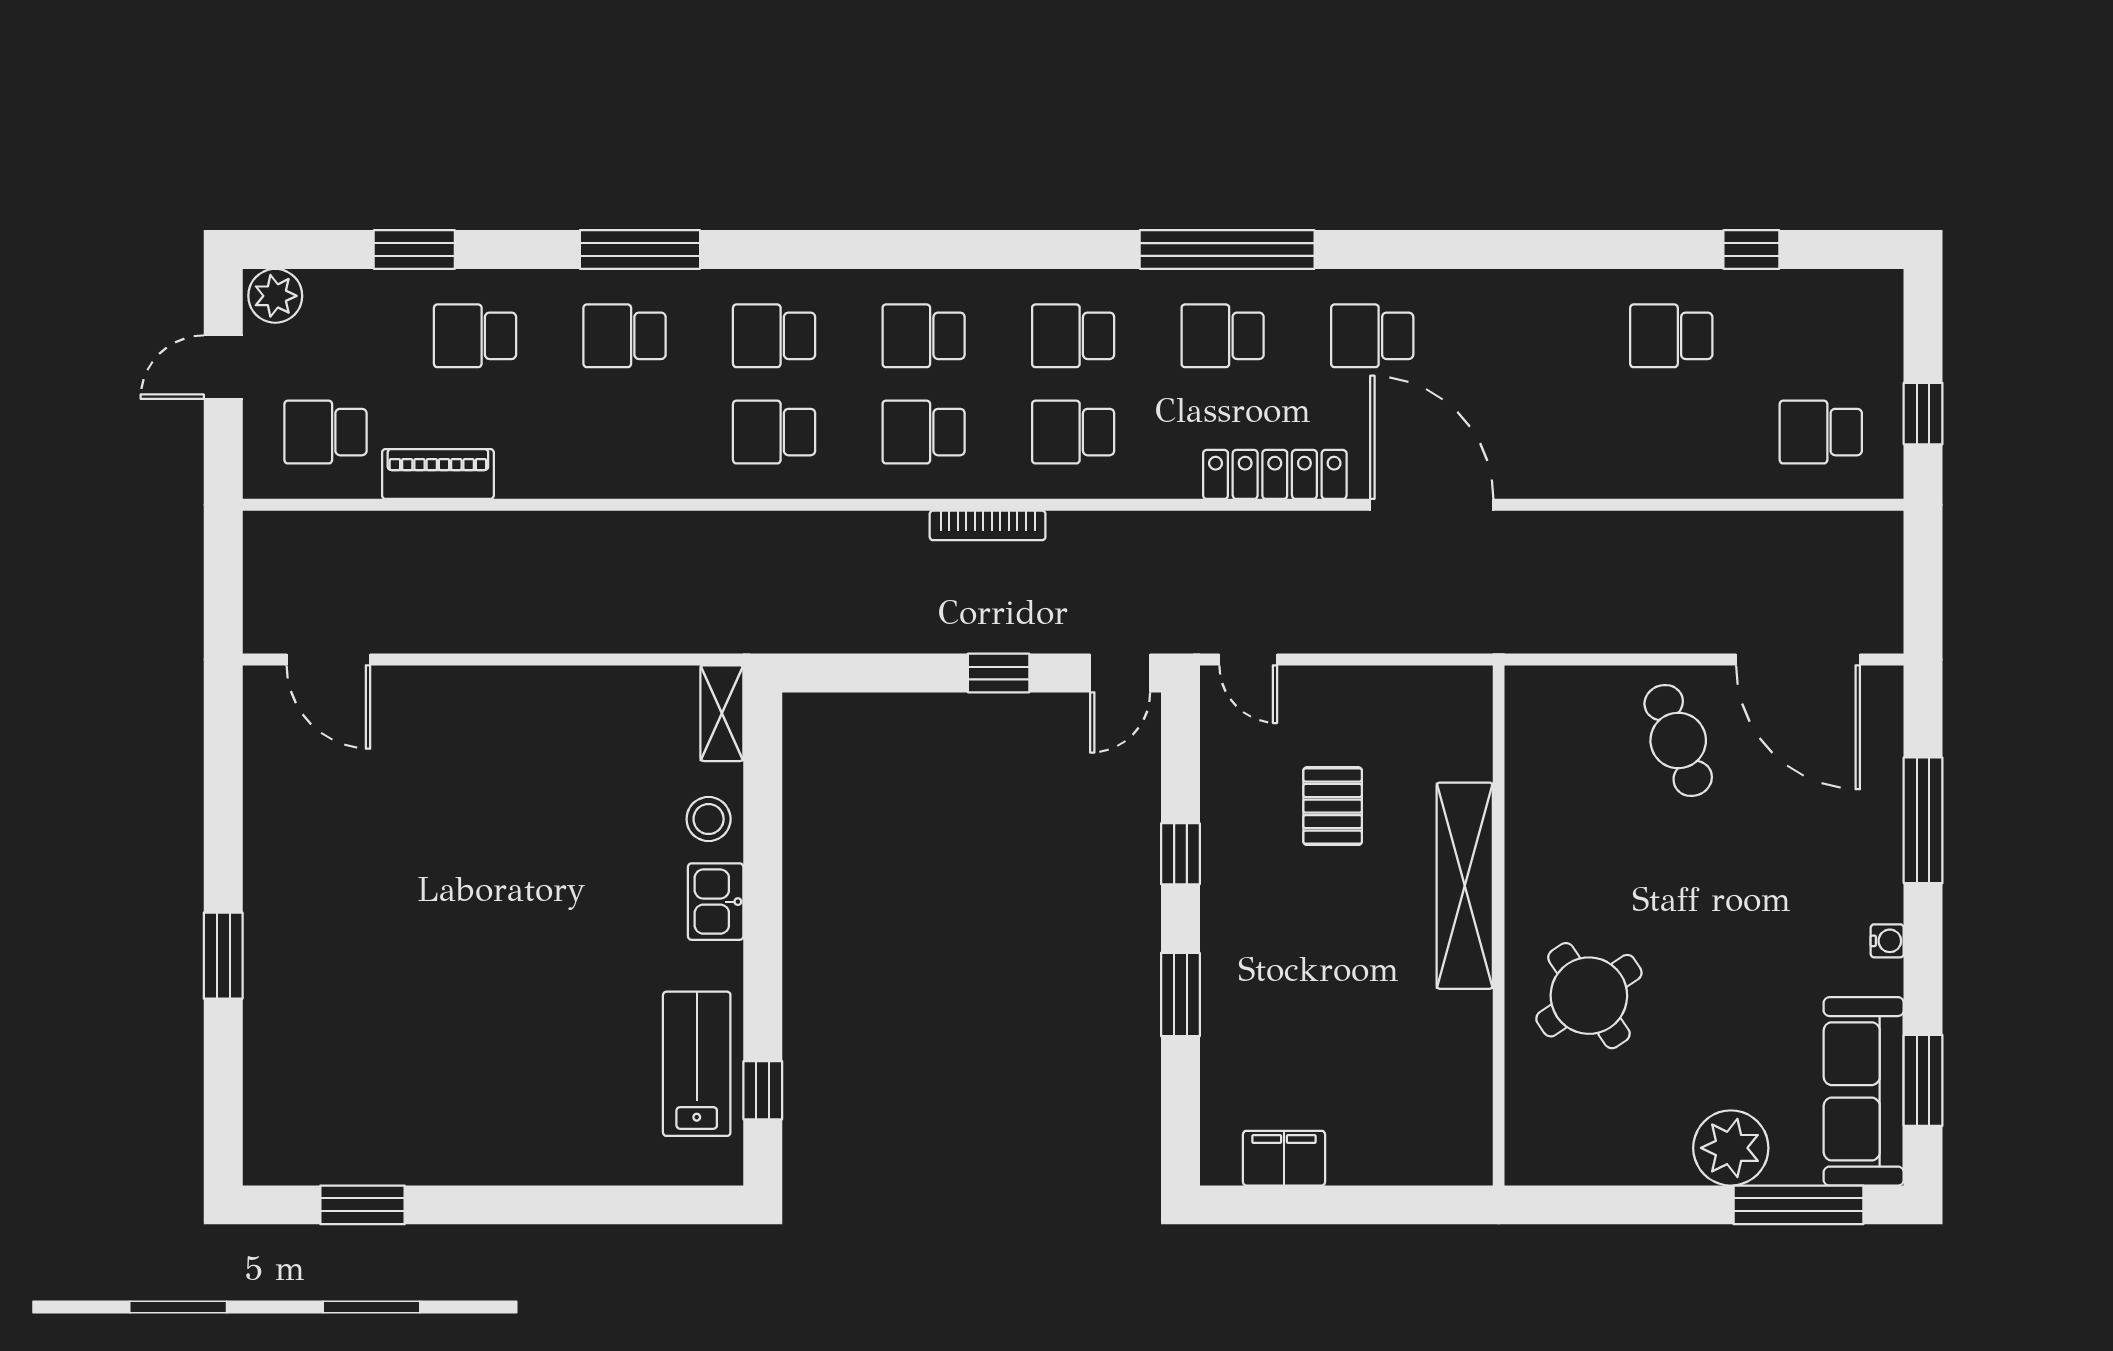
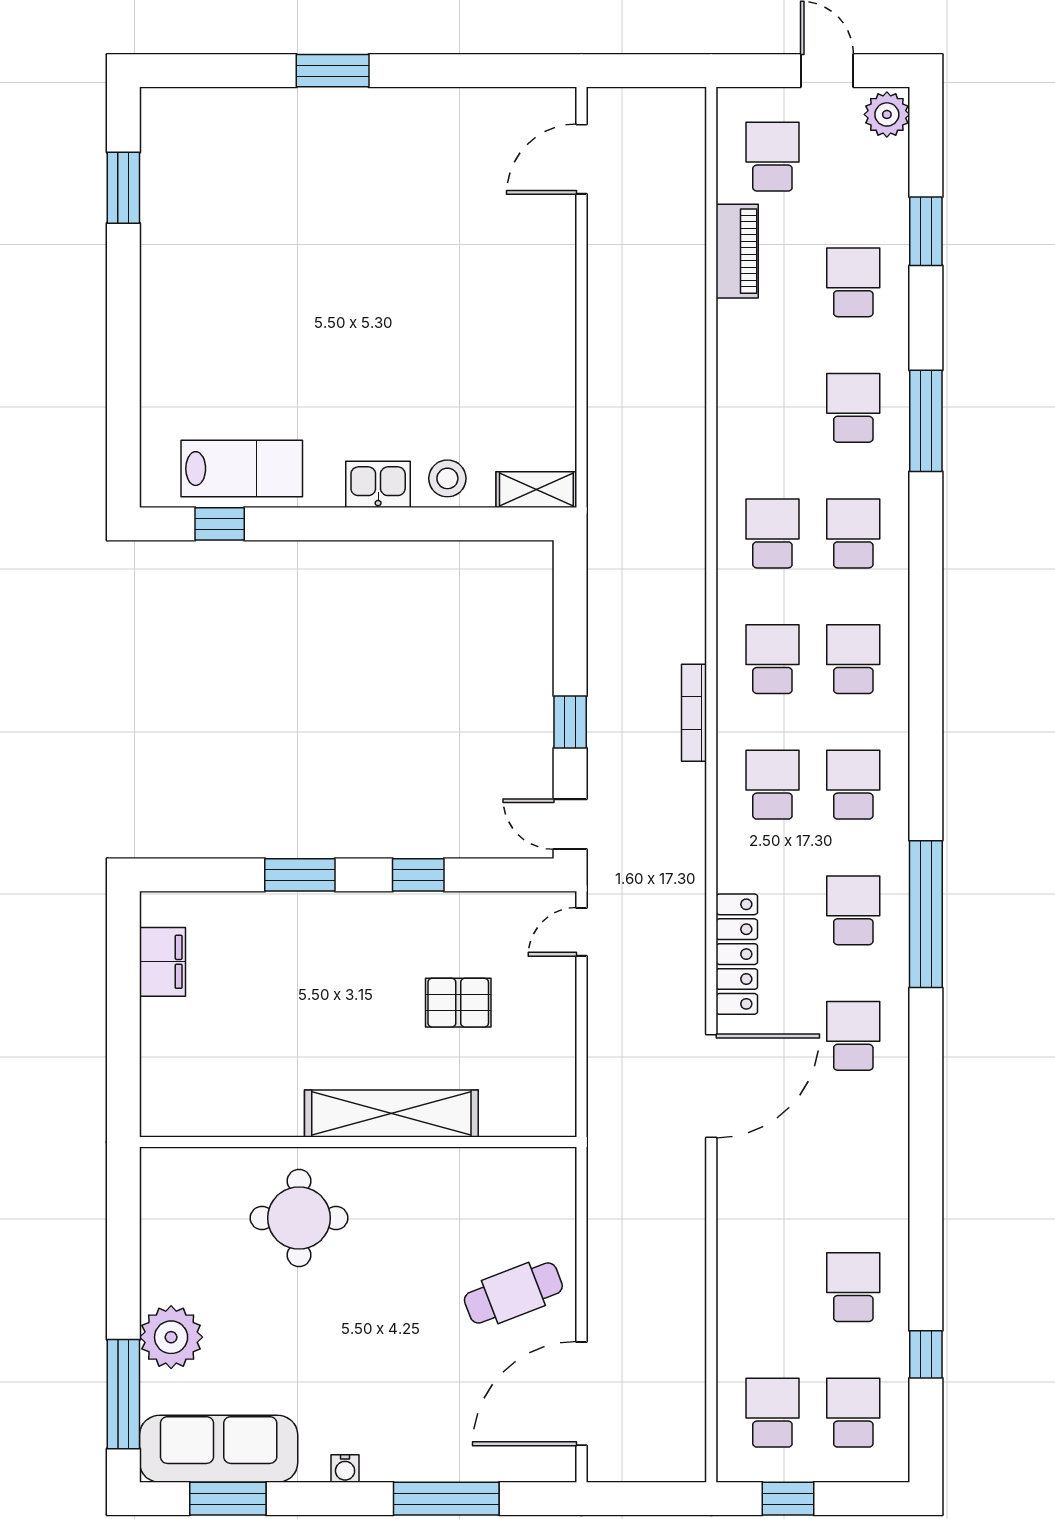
school desk: (1821, 336) -> (853, 1413), added
round table: (1589, 996) -> (299, 1218), turned 34

